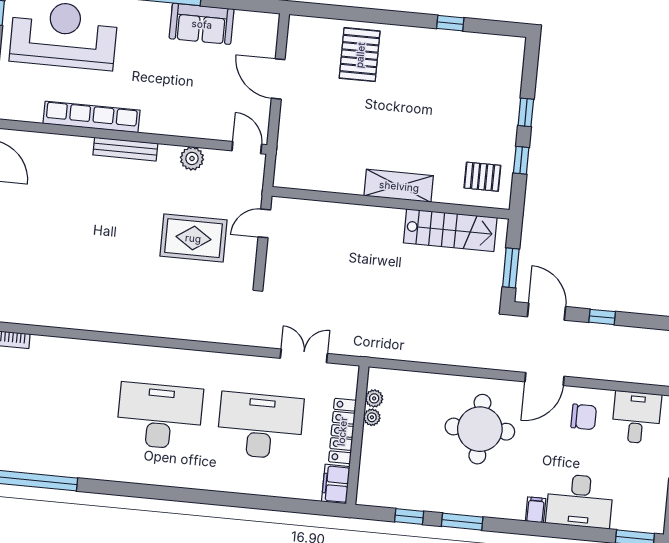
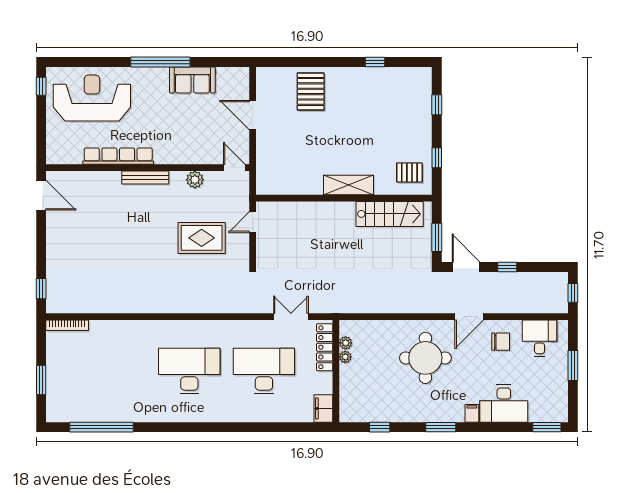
window: (526, 112) -> (437, 105), moved
locker: (342, 431) -> (325, 347), moved
window: (462, 522) -> (441, 427), moved

